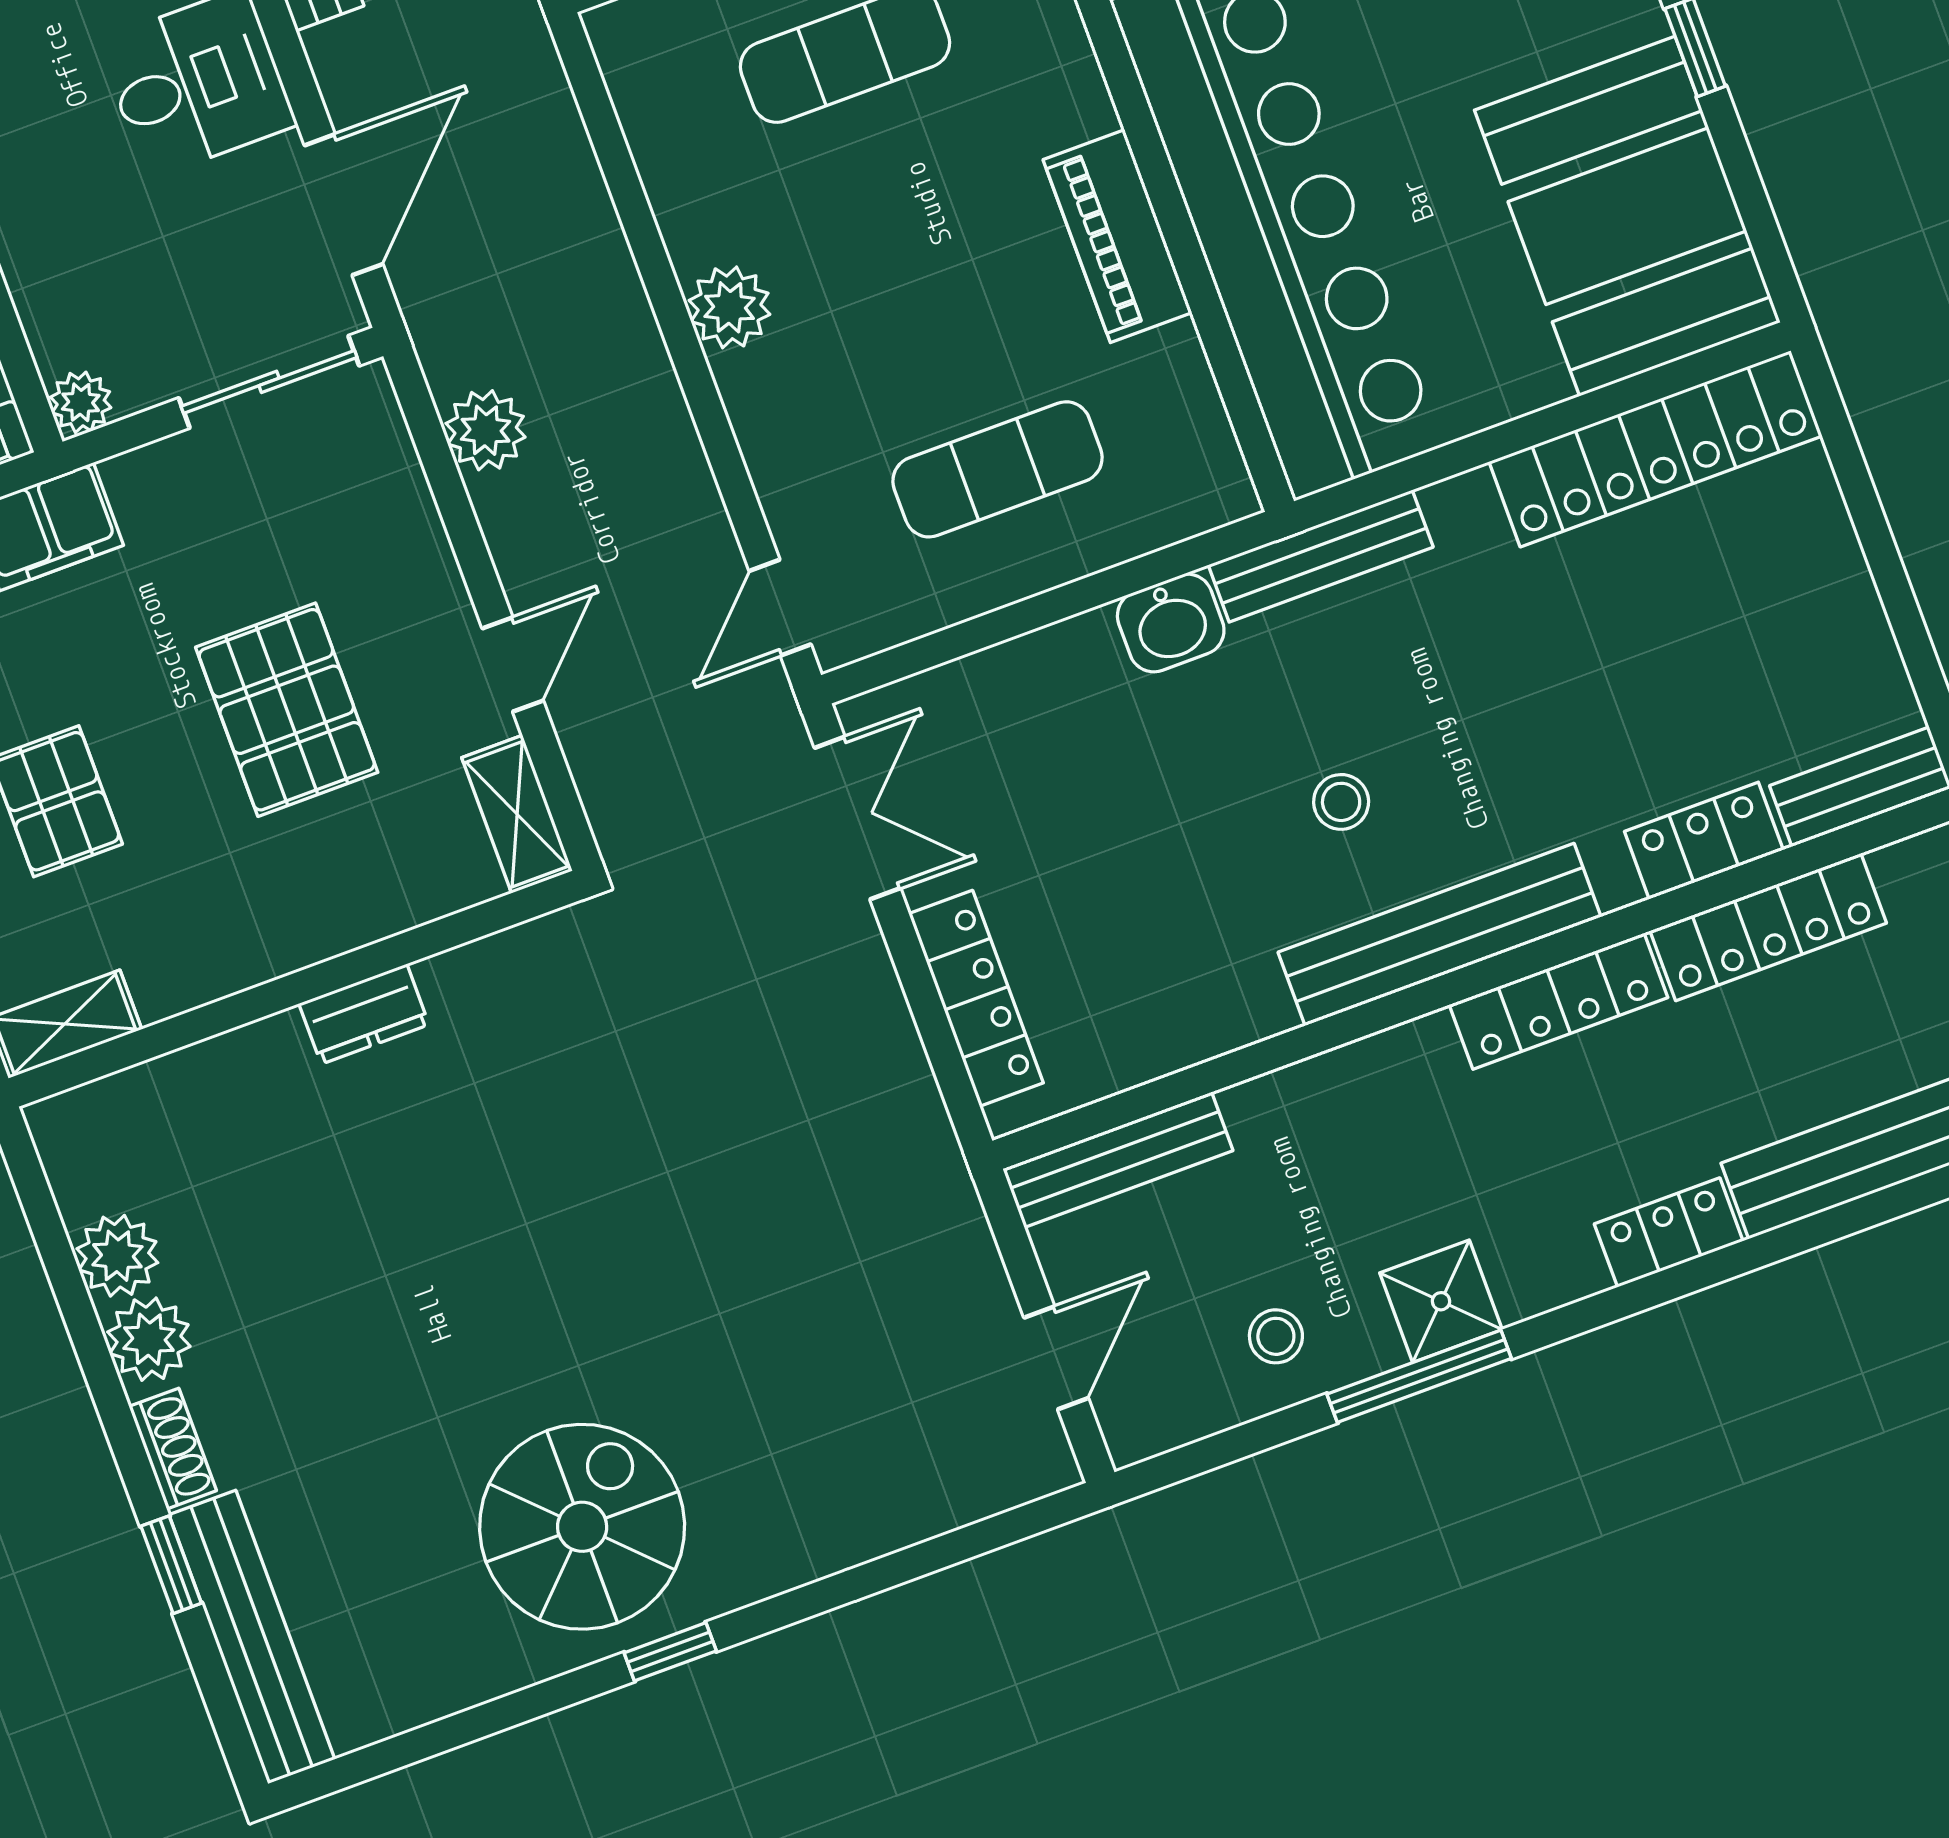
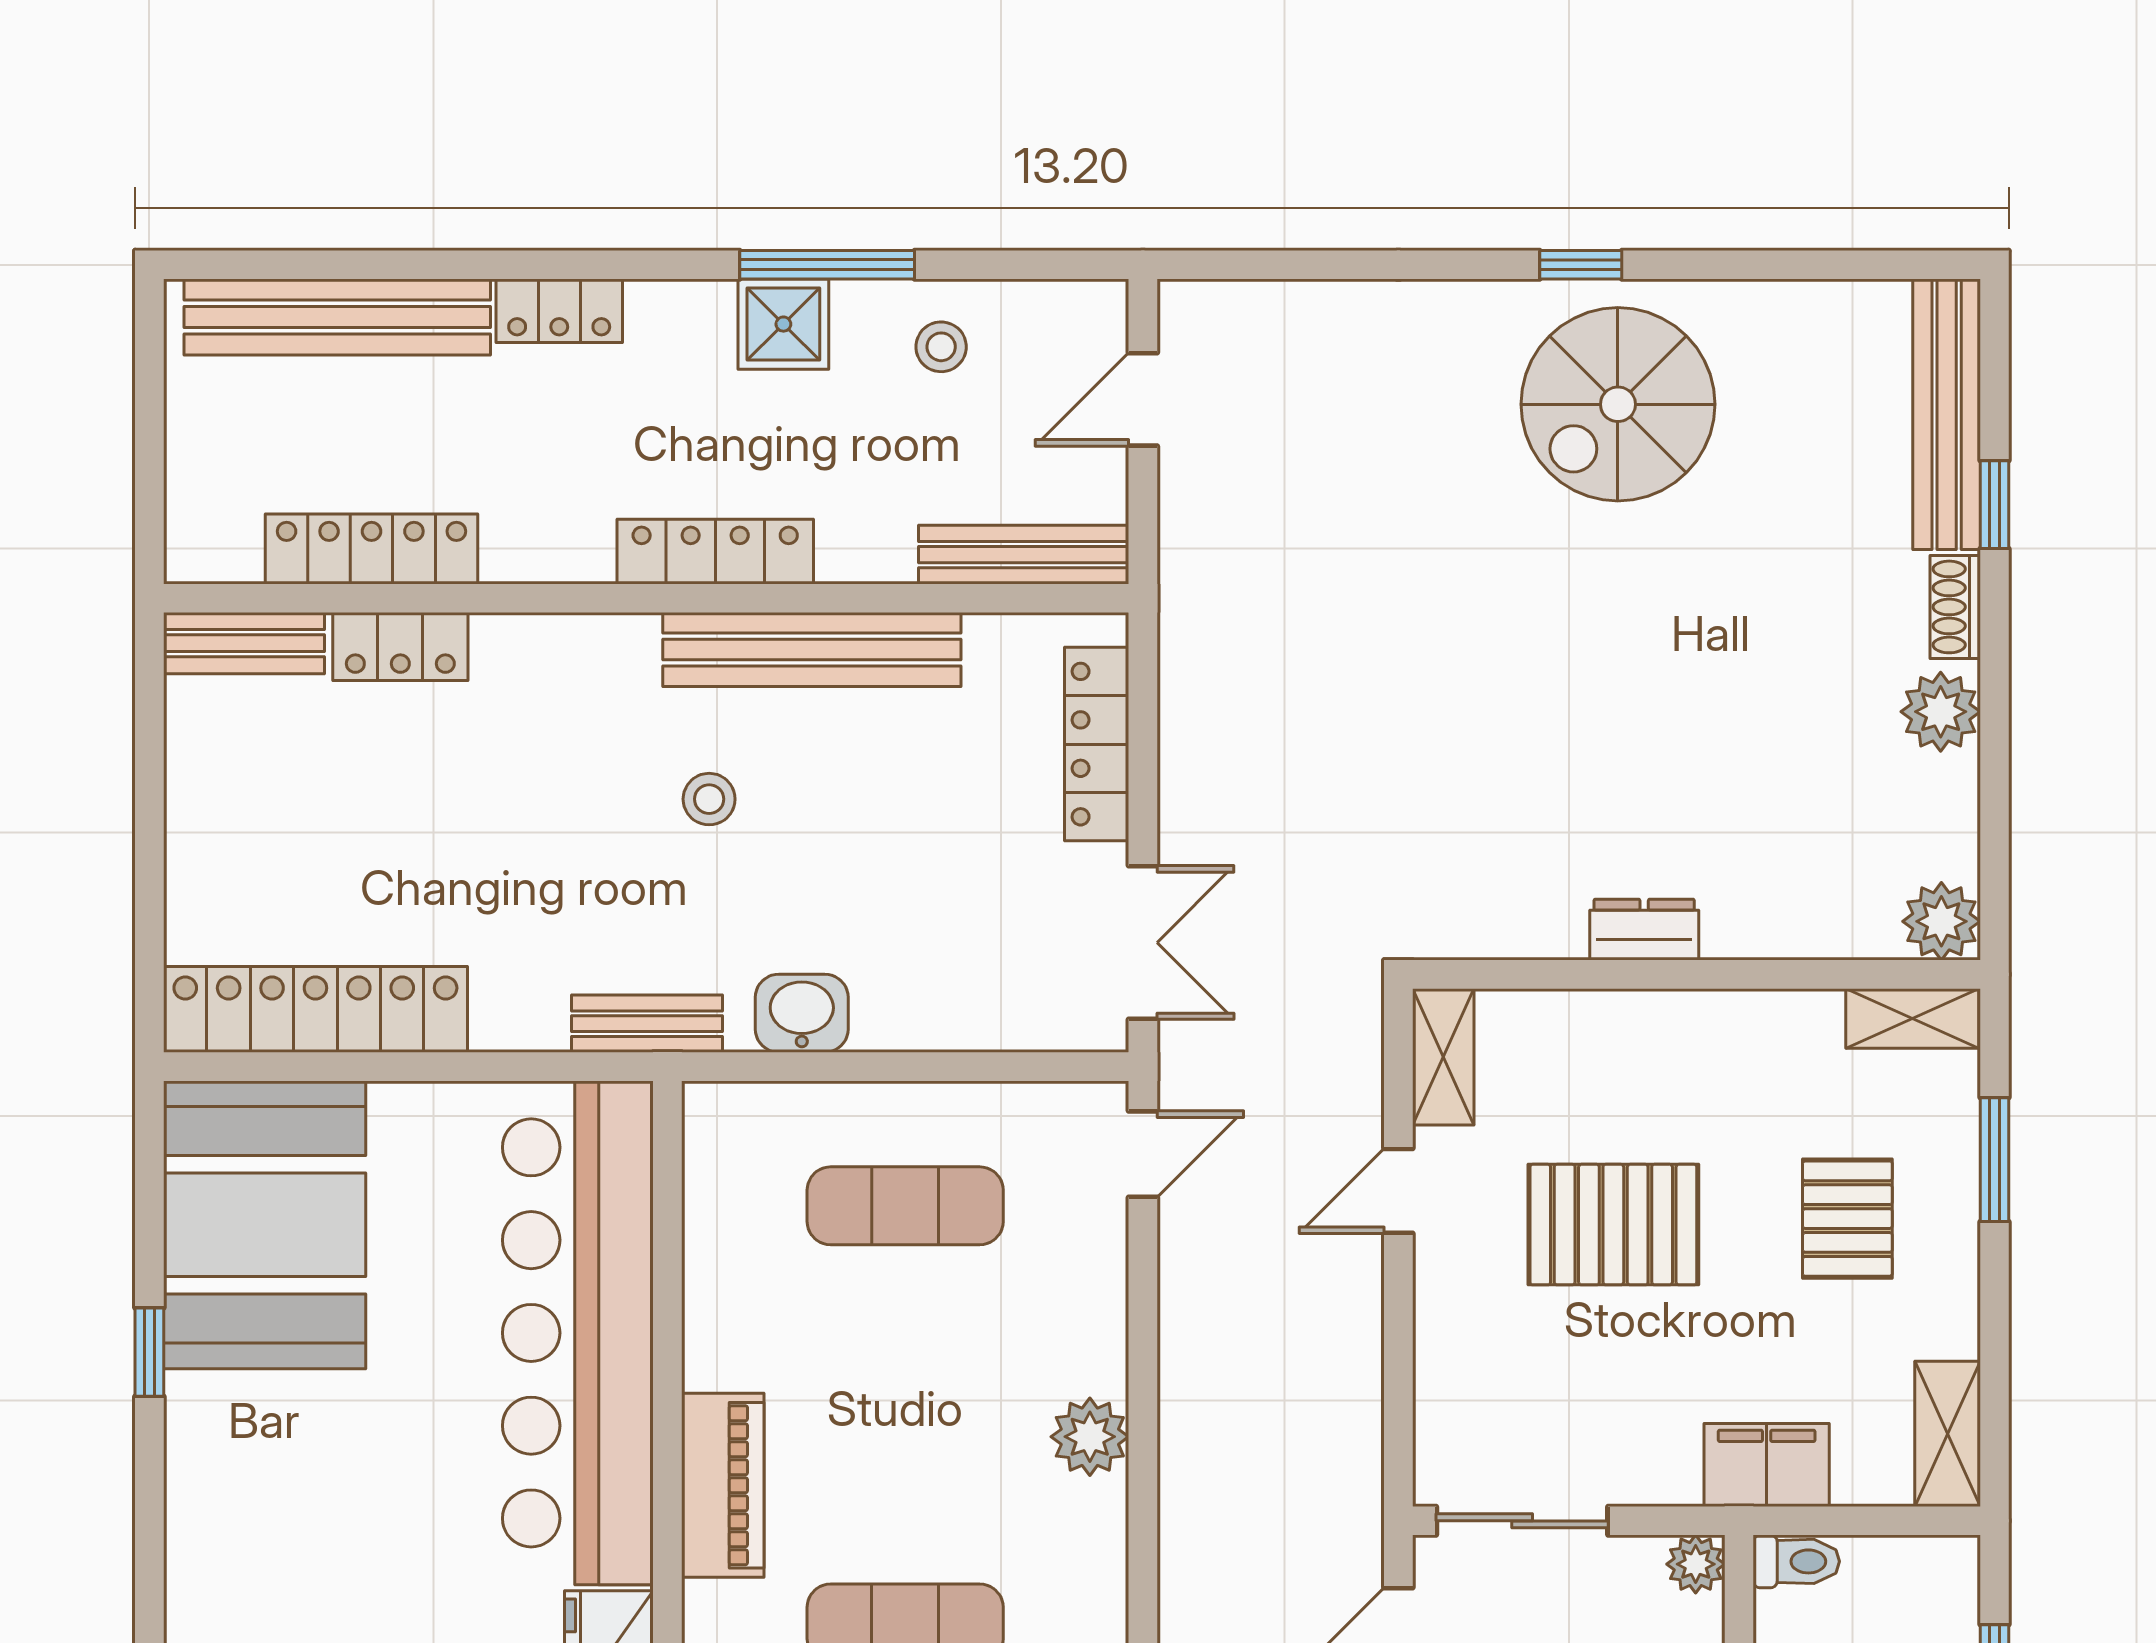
piano: (1118, 236) -> (723, 1485), moved
plant: (486, 430) -> (1346, 1407), removed
bench: (1321, 556) -> (647, 1024), width x0.73
pallet: (287, 710) -> (1613, 1225), turned 90
double door: (857, 818) -> (1143, 943), swing flipped
bench: (1440, 934) -> (812, 650), moved
locker: (1559, 1001) -> (715, 552), moved
plant: (117, 1256) -> (1941, 921), moved

